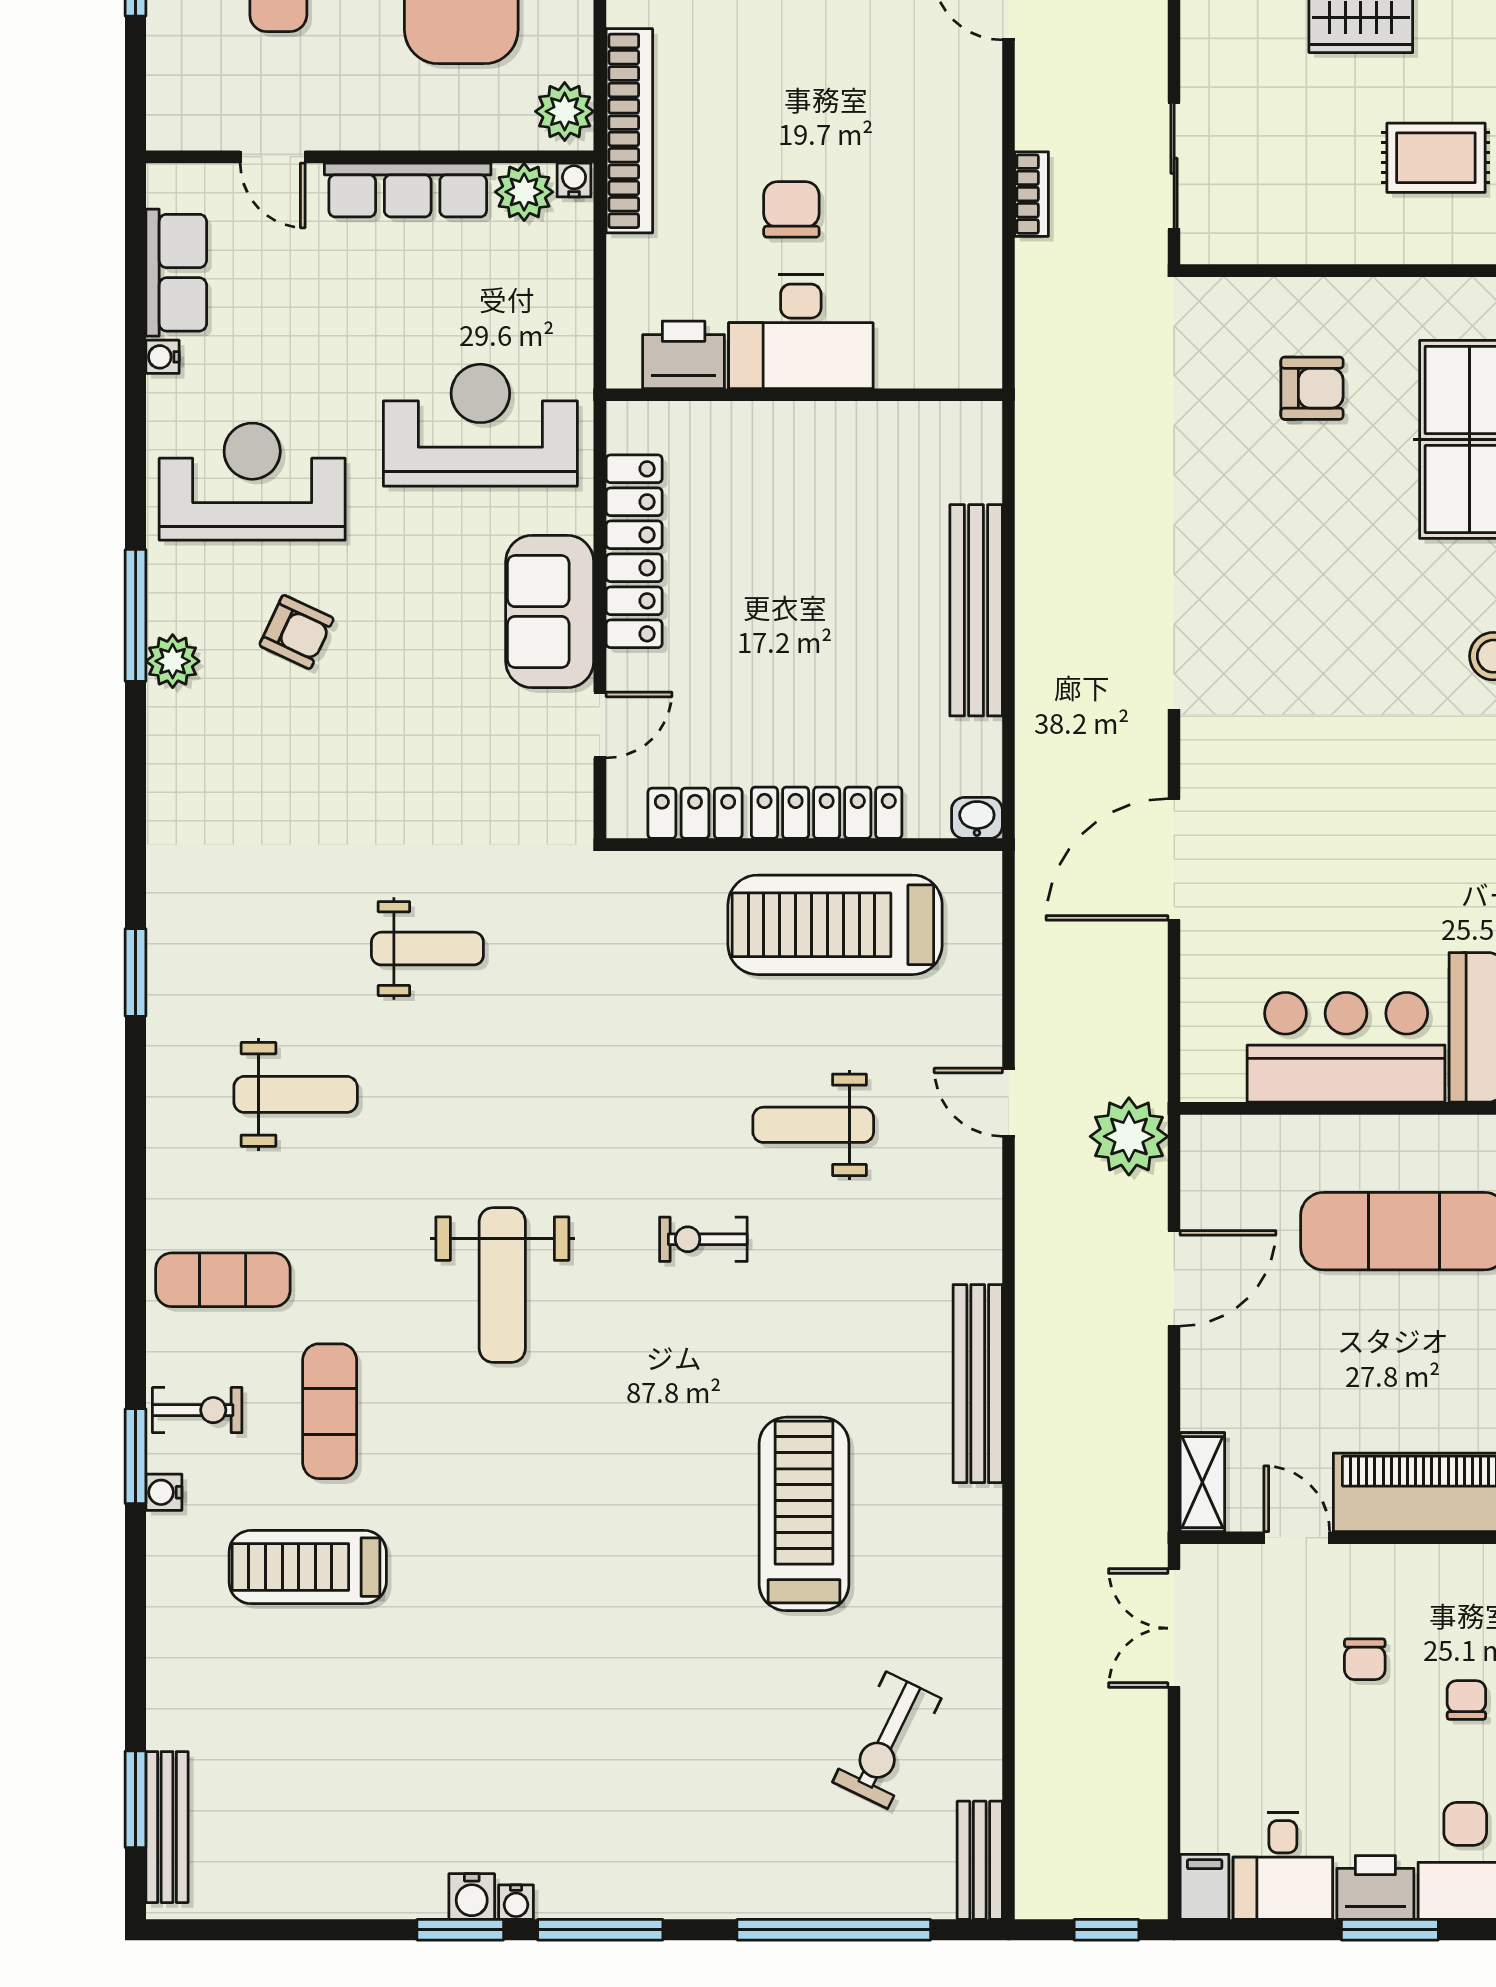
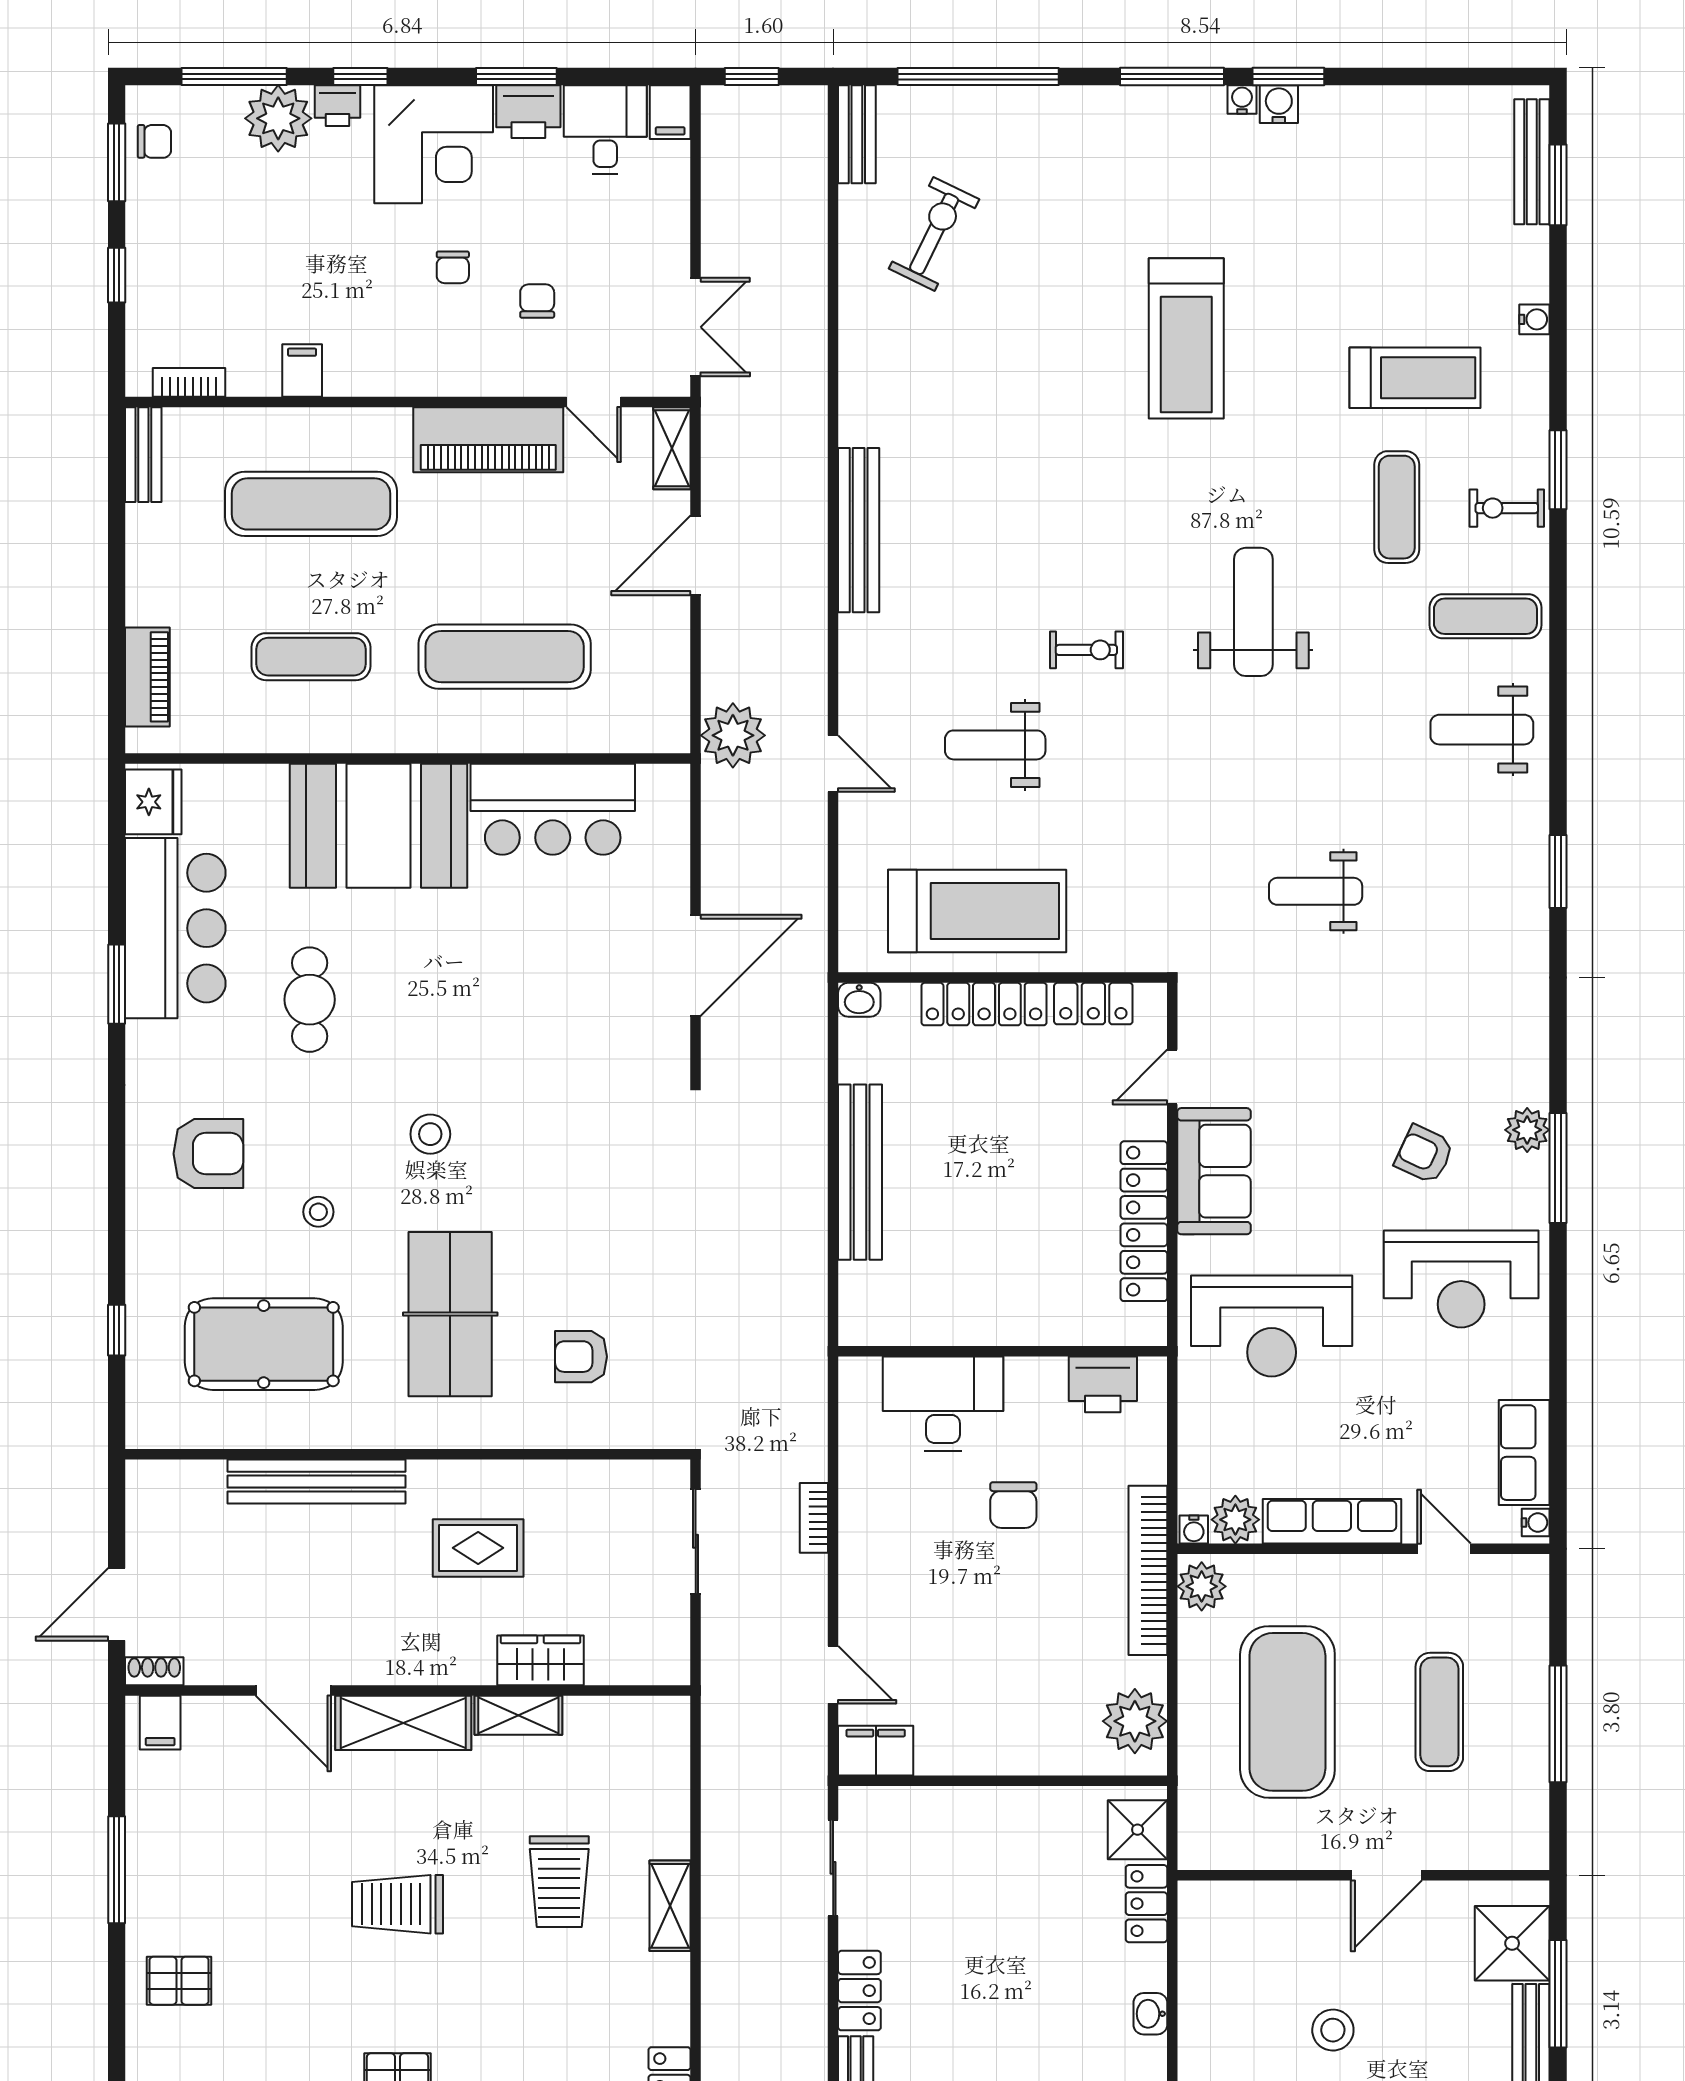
desk: (801, 332) -> (943, 1404), moved
water cooler: (162, 357) -> (1536, 1522), moved
weight bench: (296, 1094) -> (1482, 730), moved
weight bench: (813, 1125) -> (995, 745), turned 180
door: (1174, 1278) -> (696, 555), moved
water cooler: (164, 1492) -> (1534, 319), moved
treadmill: (804, 1514) -> (1186, 338), moved

